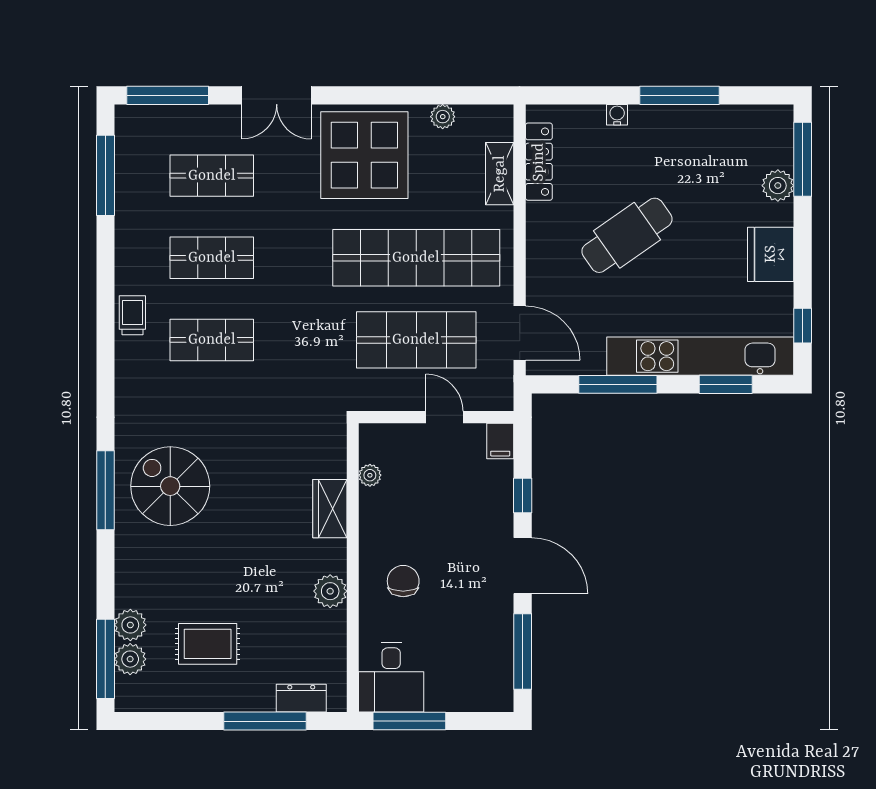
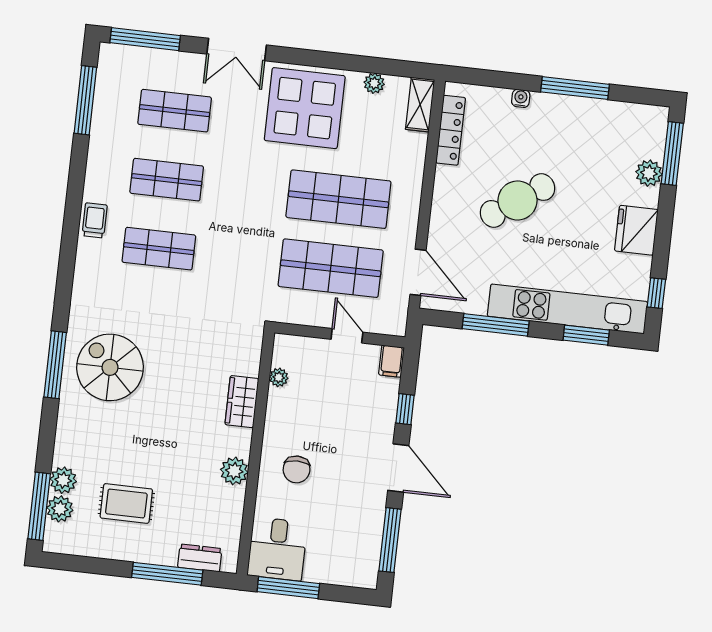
shelving: (500, 174) -> (420, 105), moved
shop shelf: (416, 258) -> (338, 199), width x0.71
chair: (403, 581) -> (297, 469), turned 180

